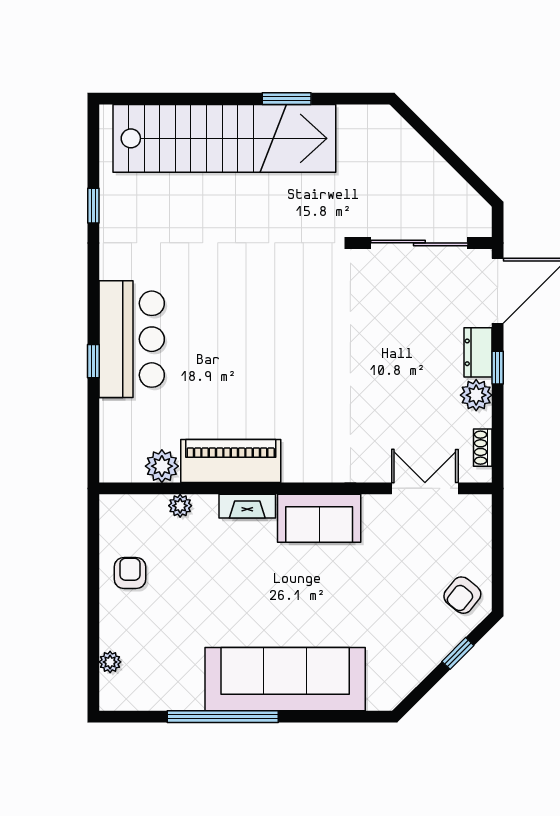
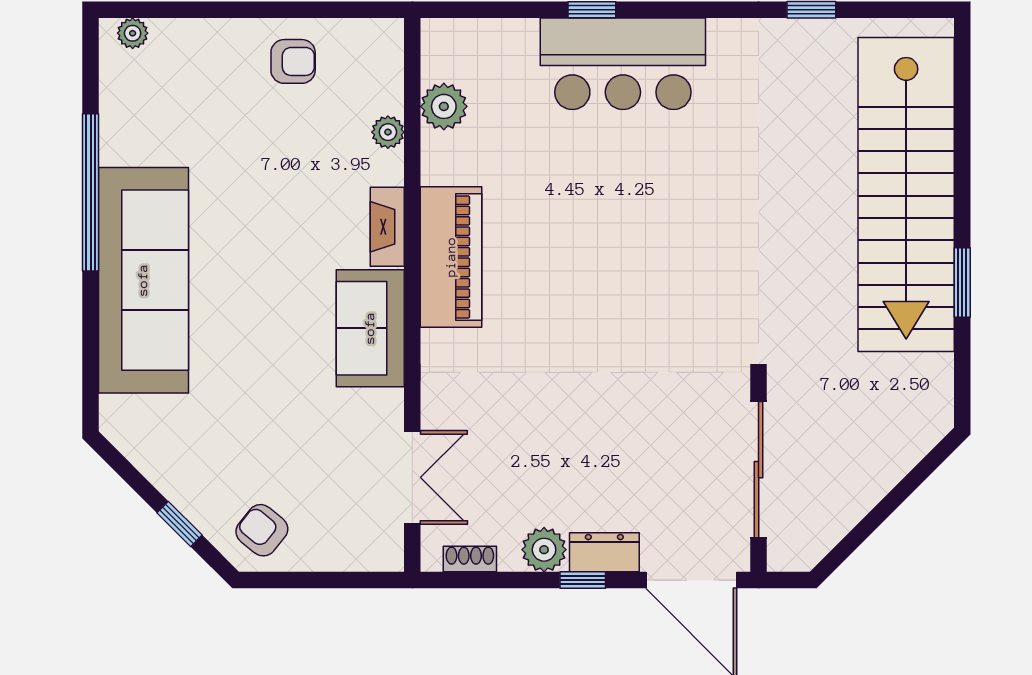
piano: (231, 461) -> (451, 257), moved
plant: (110, 662) -> (133, 33), moved

